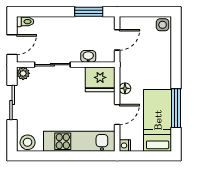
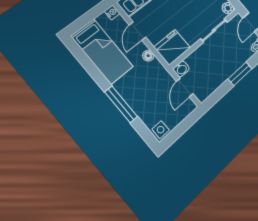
window: (89, 12) -> (240, 74), moved
washbasin: (88, 56) -> (181, 69), moved
window: (176, 108) -> (121, 104), moved

